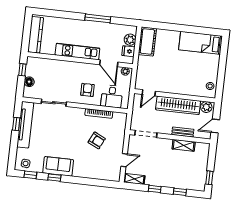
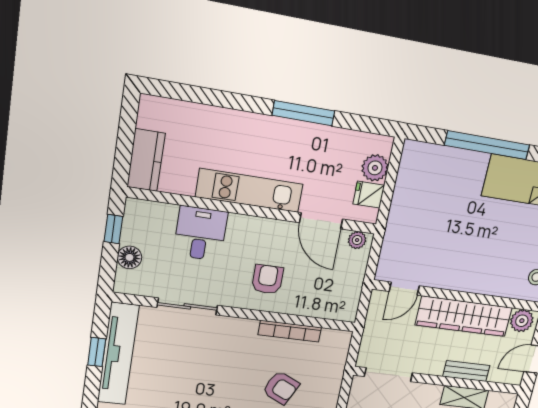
window: (178, 28) -> (487, 145), added
kitchen counter: (36, 35) -> (146, 160), width x0.67
cot: (147, 41) -> (414, 174), removed
desk: (112, 96) -> (200, 233), moved, turned 180

